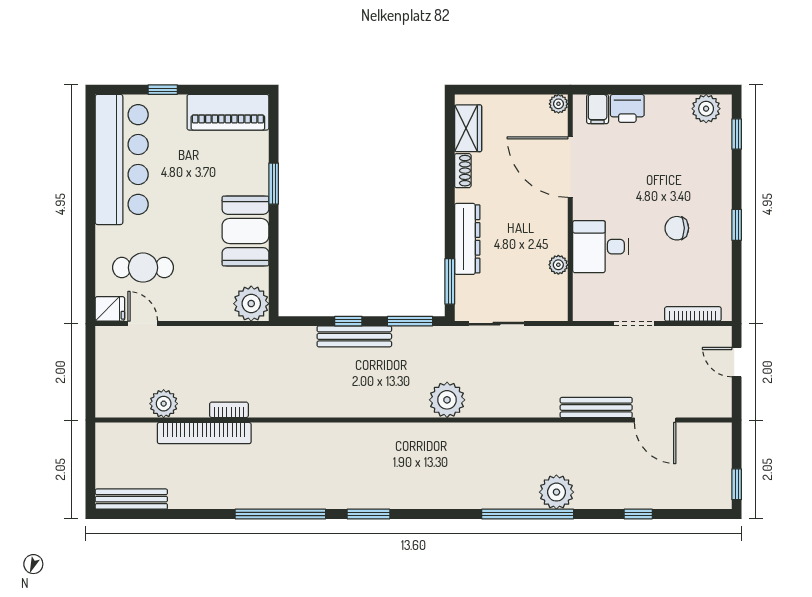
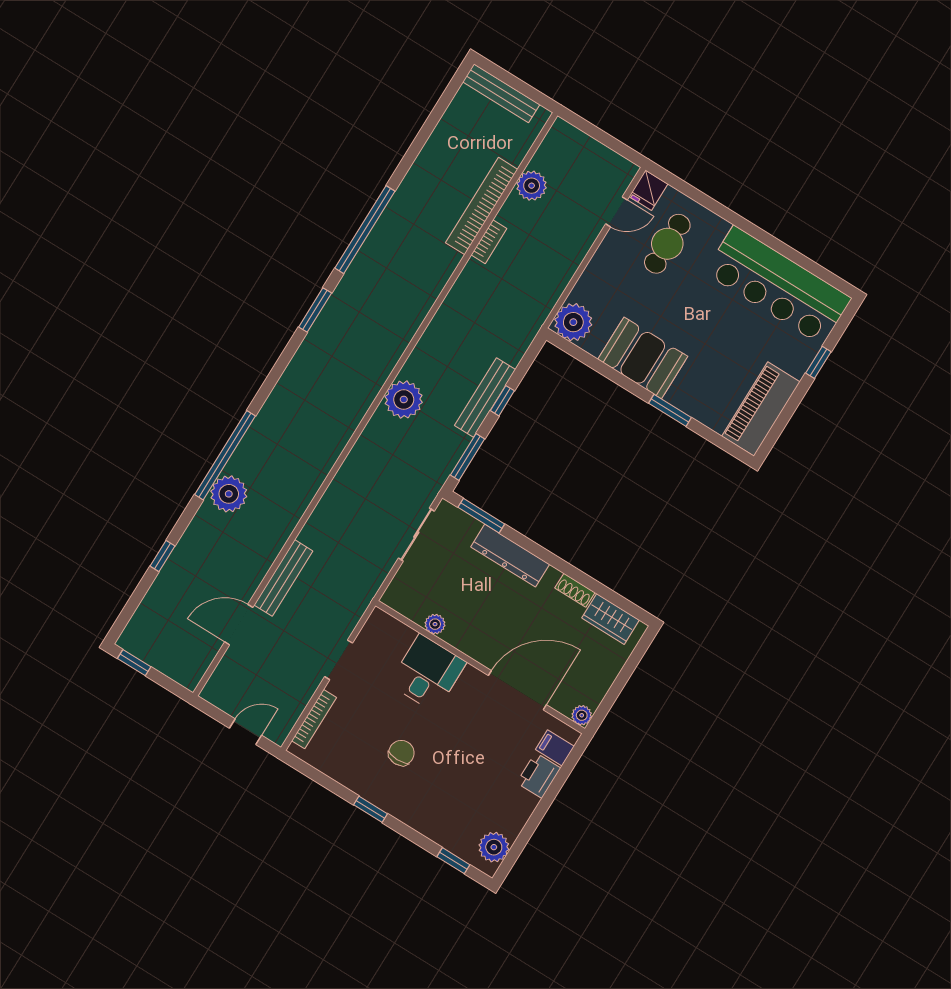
plant: (447, 400) -> (404, 400), moved
bench: (131, 499) -> (501, 93), moved, turned 90

